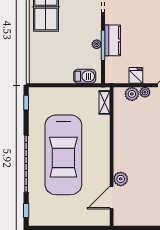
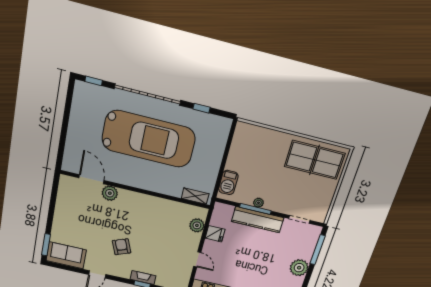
kitchen counter: (113, 40) -> (258, 220), width x1.50
plant: (145, 92) -> (195, 238), removed
window: (26, 103) -> (202, 108), moved
car: (63, 155) -> (149, 139), turned 180

